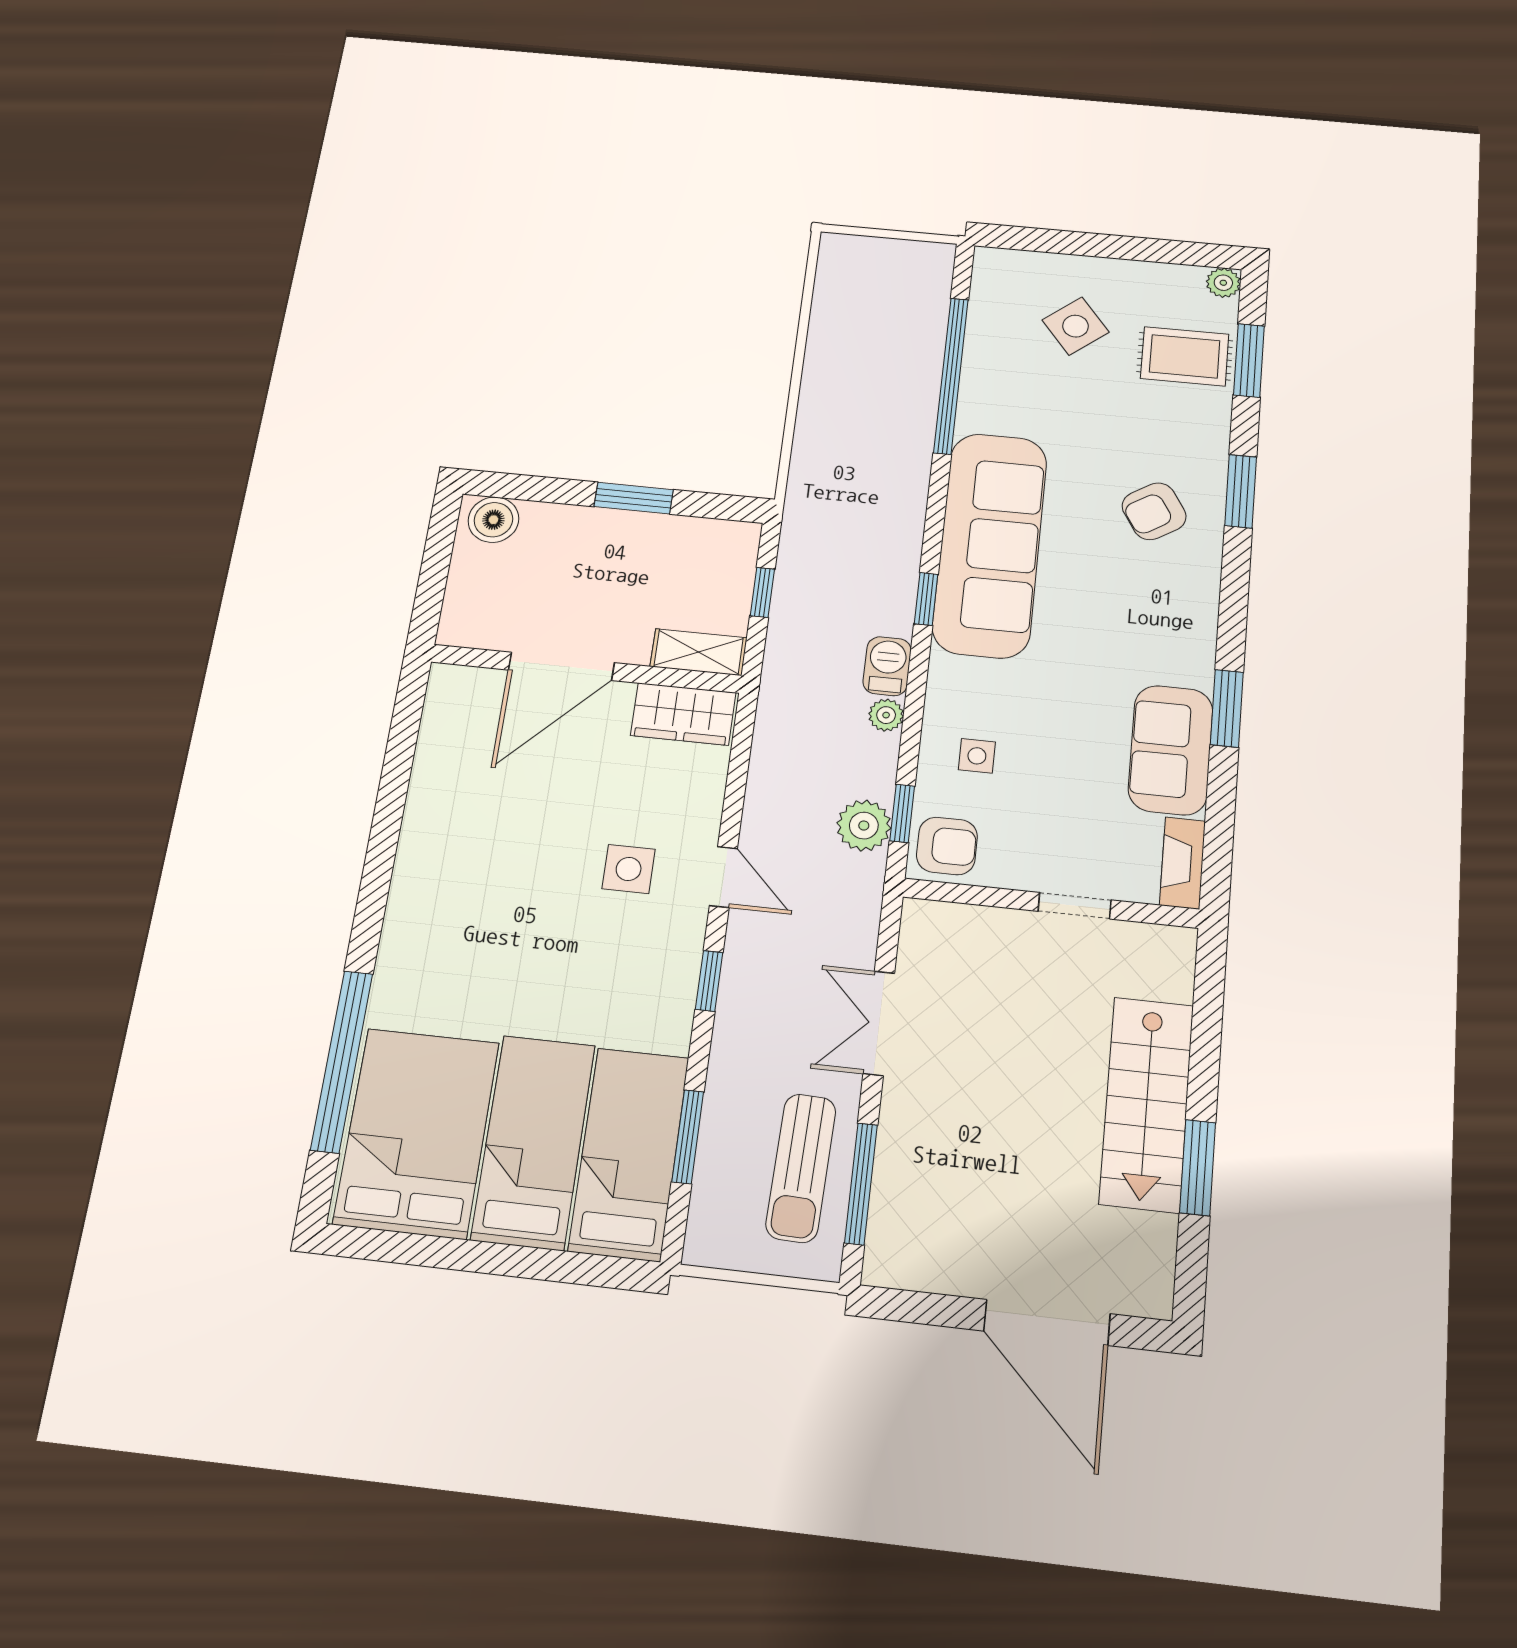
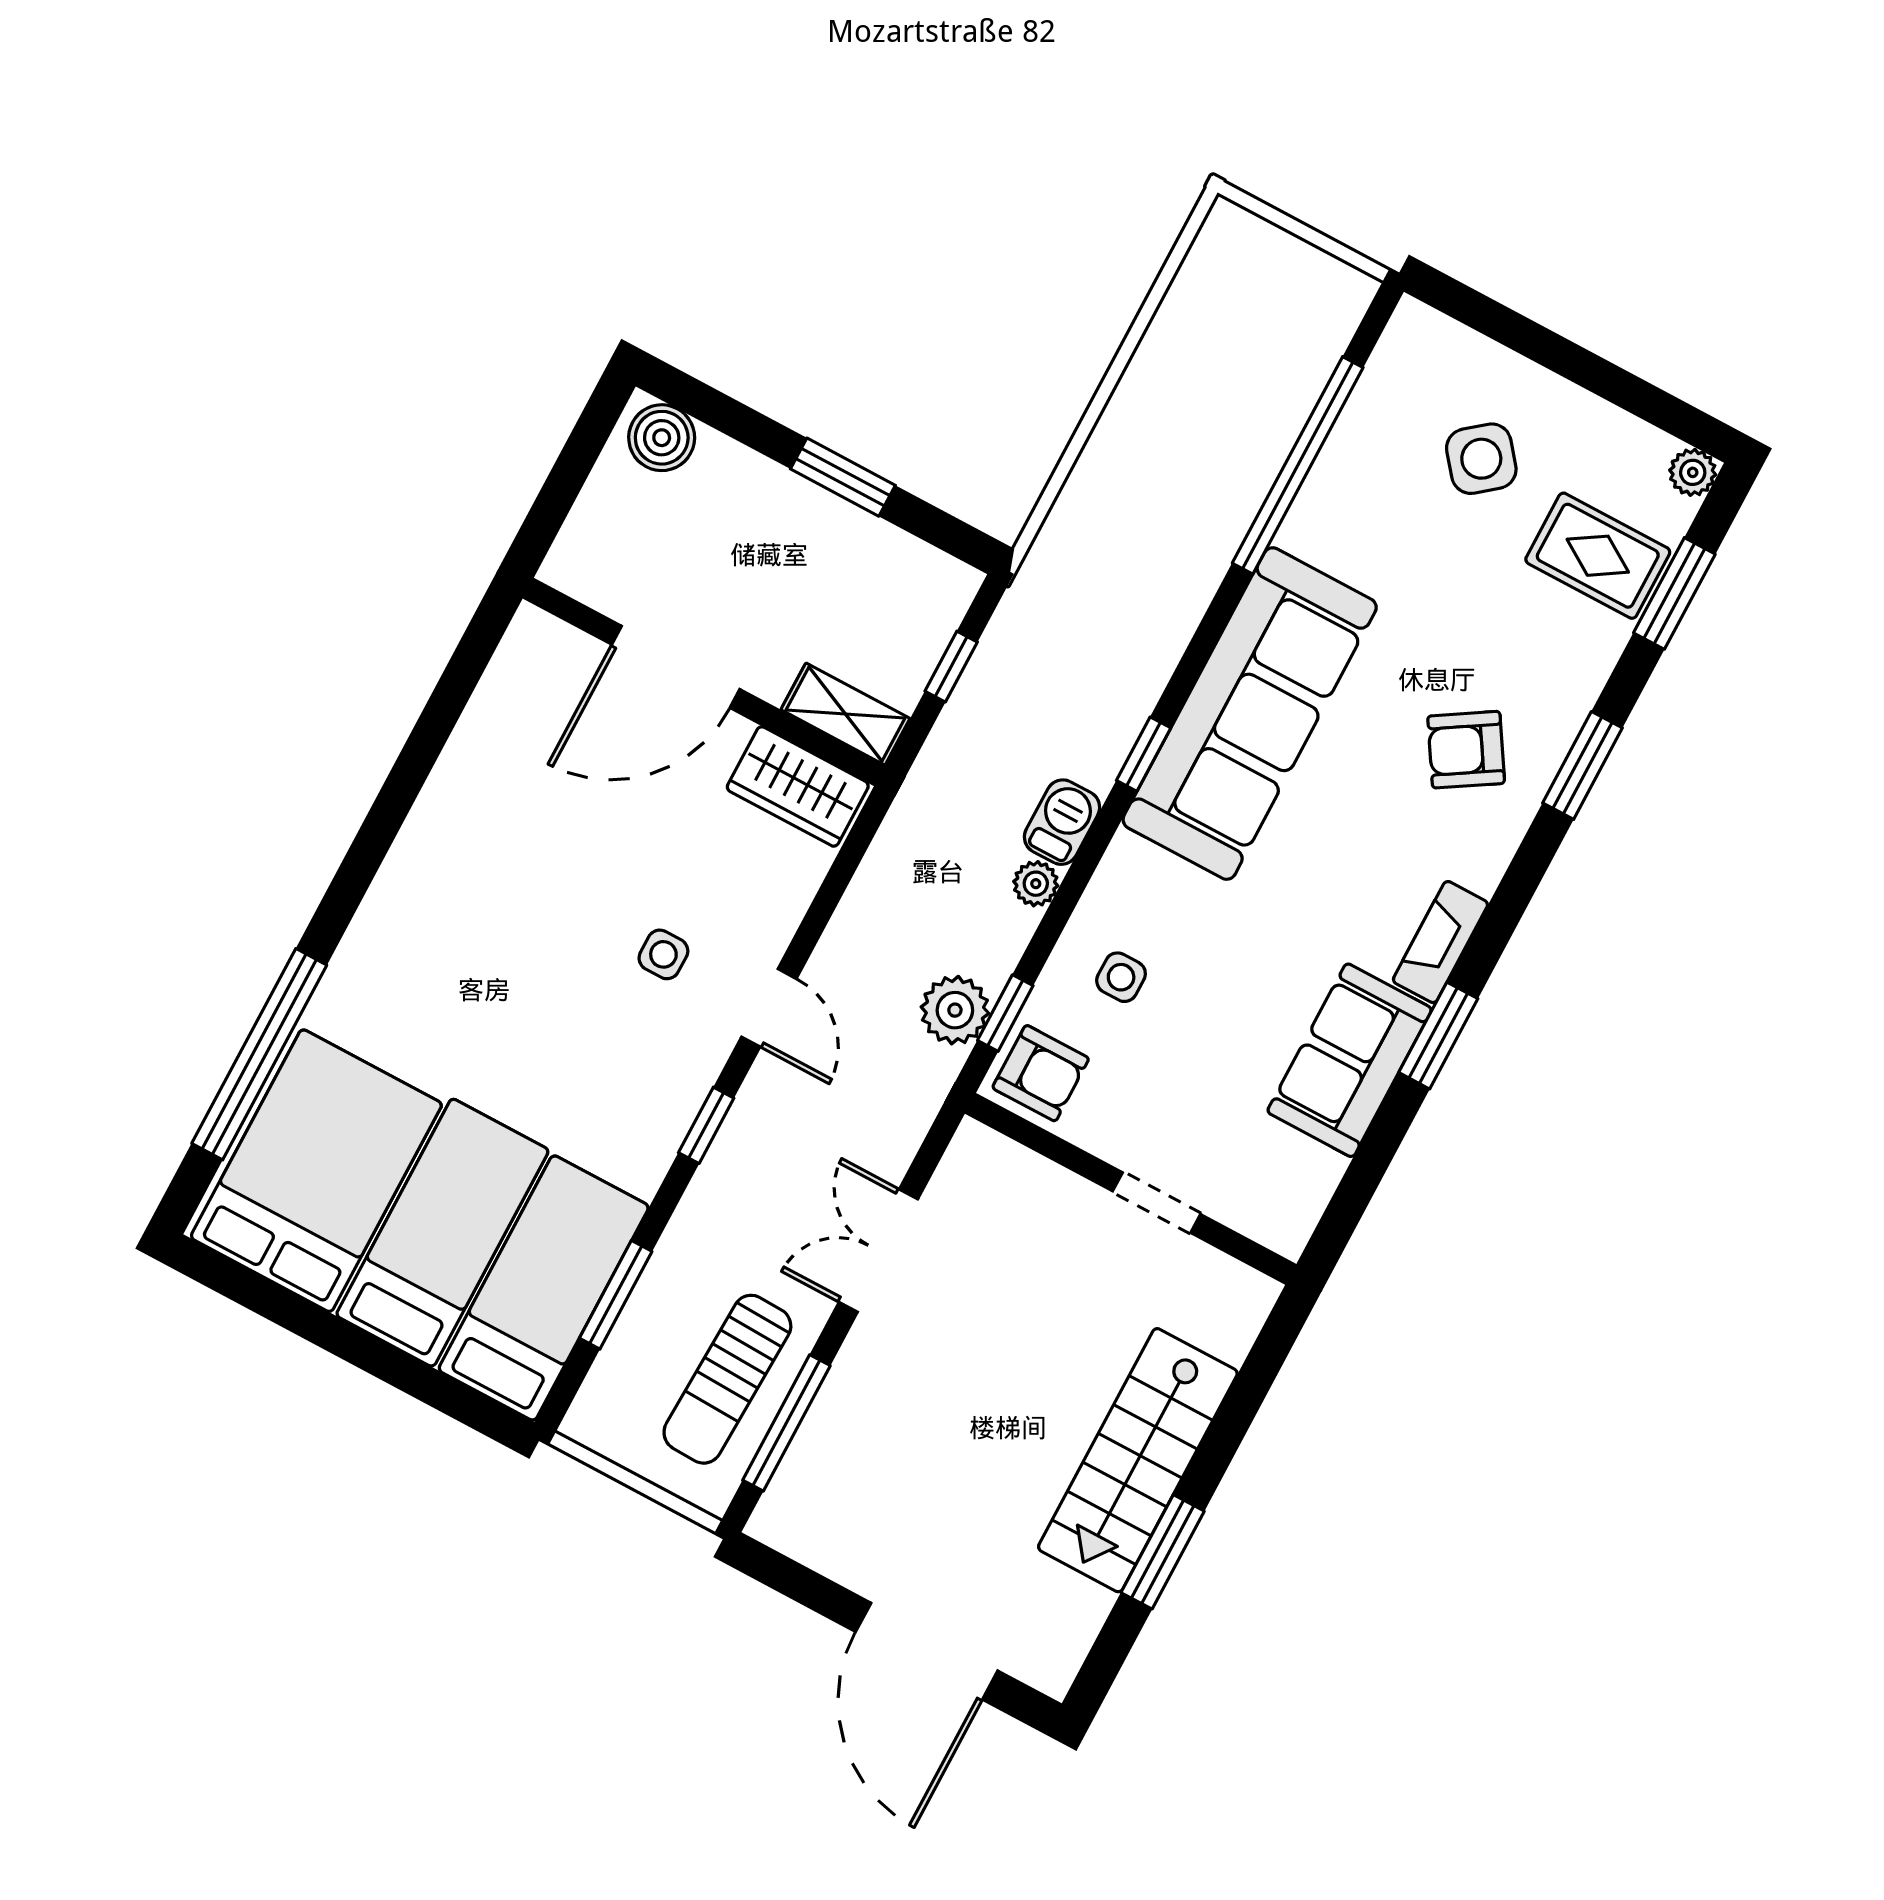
fireplace: (1182, 863) -> (1440, 942), moved
side table: (629, 869) -> (663, 954), width x0.73, depth x0.73

